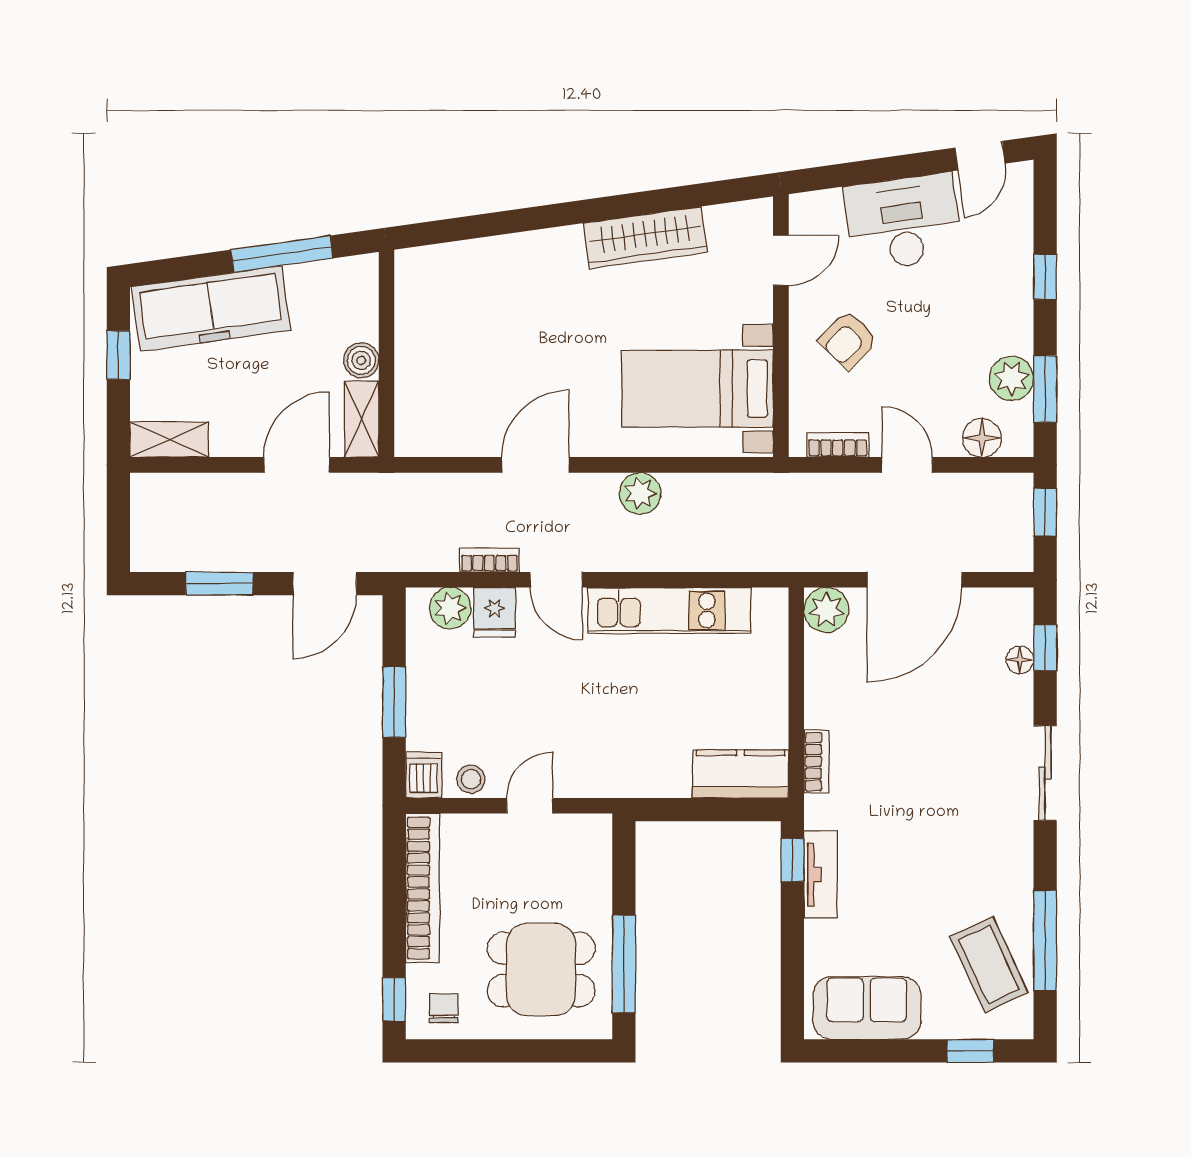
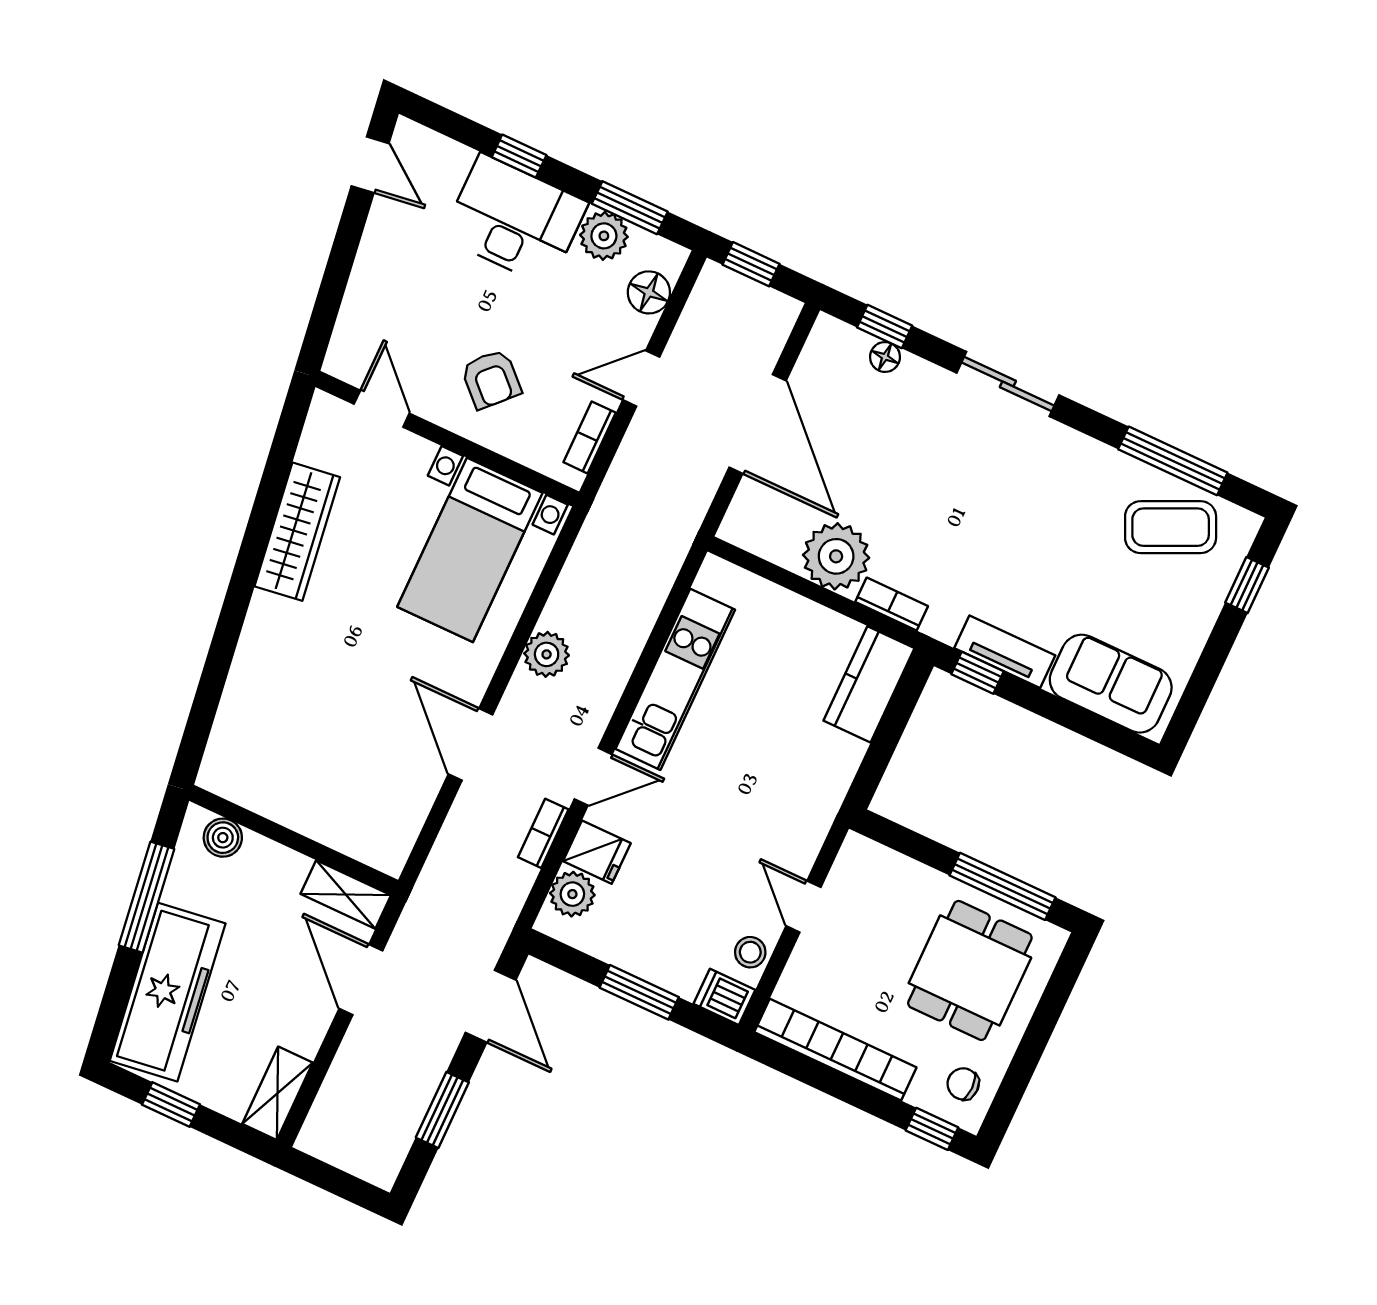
desk: (903, 222) -> (515, 220), moved, turned 98
boiler: (361, 360) -> (223, 838), moved
plant: (826, 610) -> (836, 556), moved, width x1.36, depth x1.36
sofa: (867, 1008) -> (1111, 684), moved, turned 90

